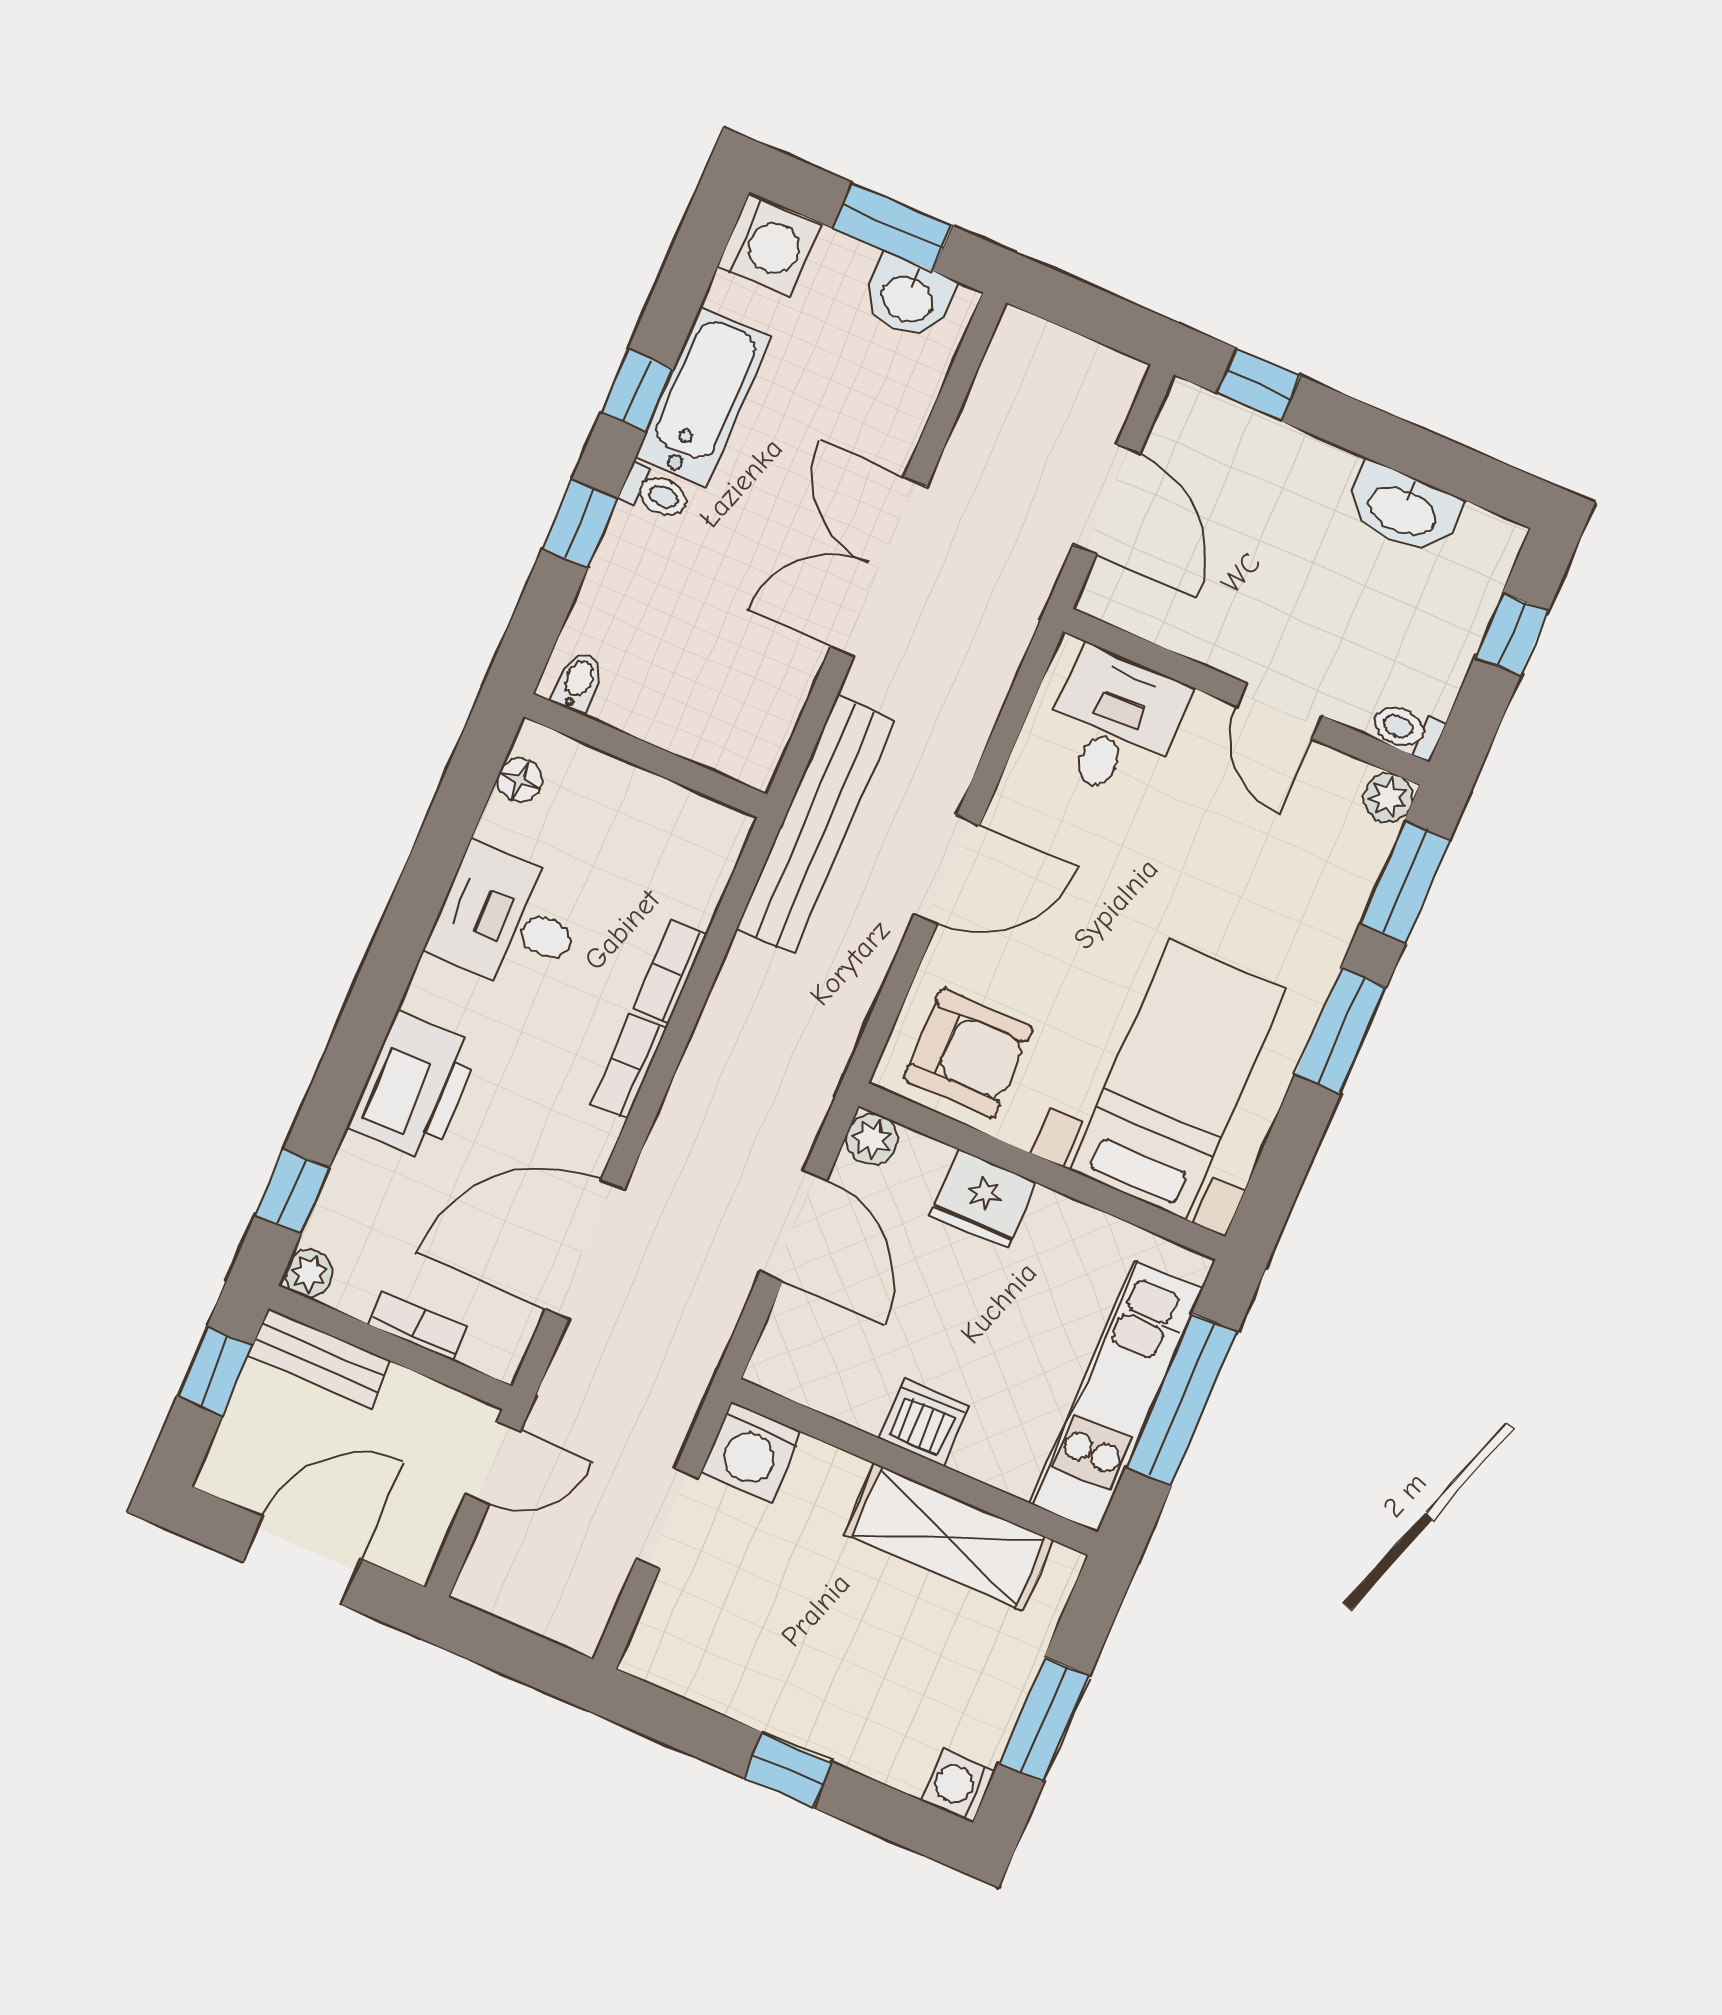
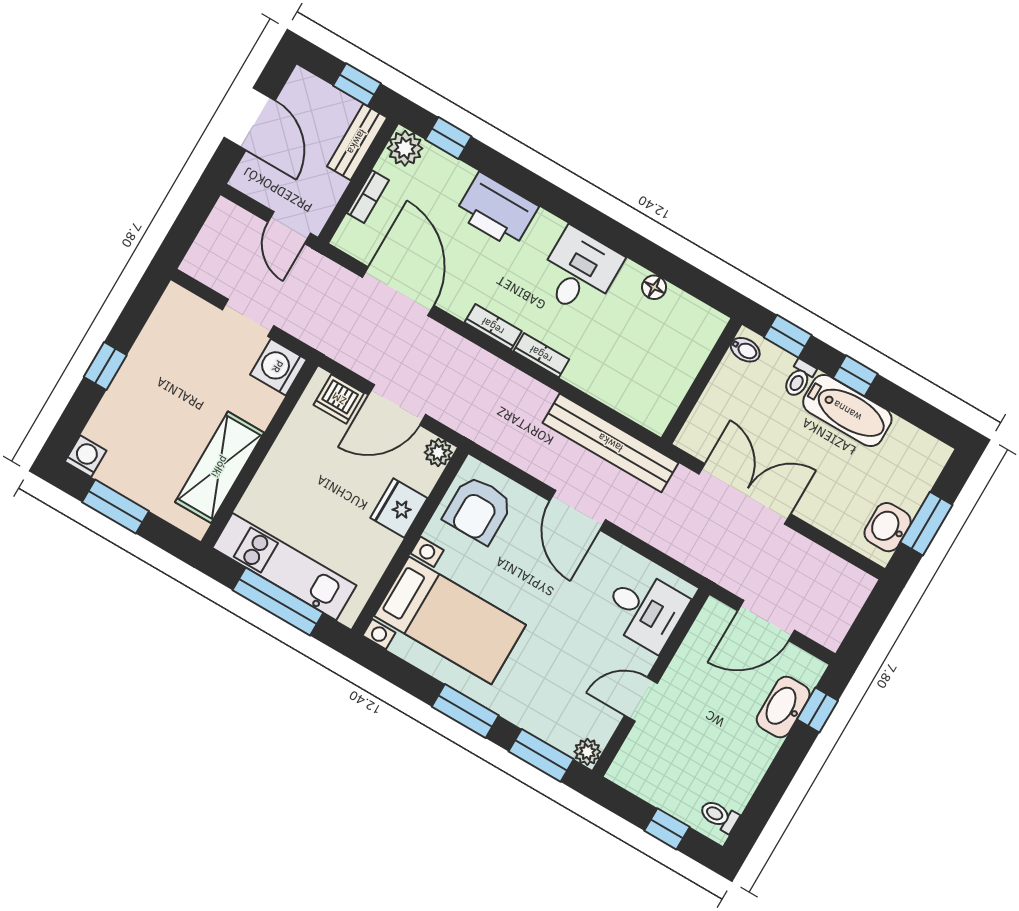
washing machine: (768, 246) -> (924, 456), removed
washbasin: (1403, 509) -> (783, 707), moved
bidet: (578, 682) -> (745, 350), moved
toilet: (1407, 730) -> (719, 816), moved, turned -90
wall: (645, 756) -> (701, 381), moved
plant: (309, 1273) -> (405, 148), width x1.38, depth x1.38
dishwasher: (923, 1422) -> (339, 399), moved, turned 90

